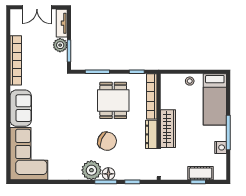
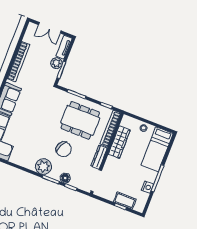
dining table: (113, 100) -> (80, 120), width x1.38
wardrobe: (168, 129) -> (119, 142), moved
floor lamp: (108, 174) -> (65, 178), moved

